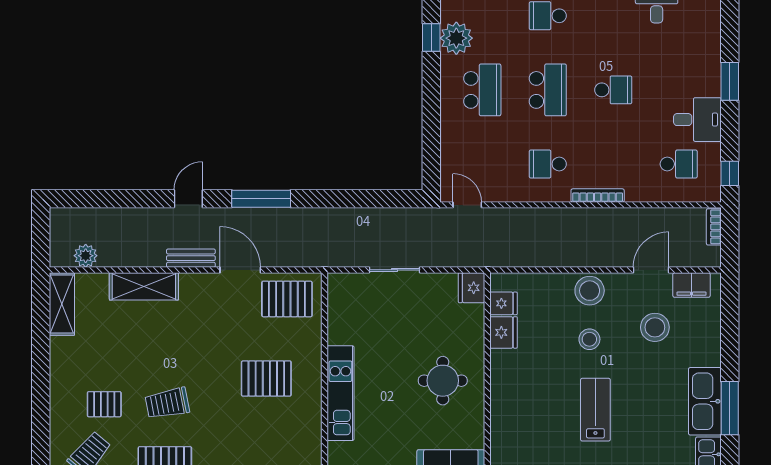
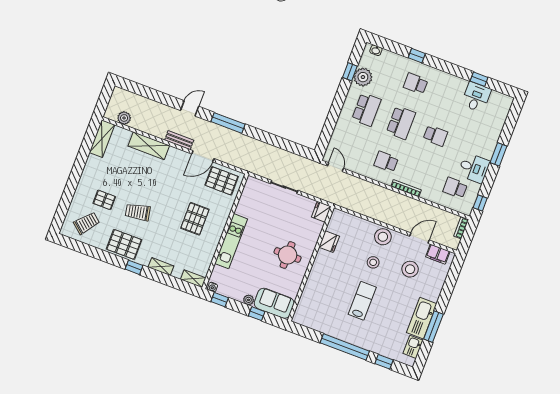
school desk: (679, 164) -> (455, 188), turned 180
door: (240, 270) -> (203, 156), swing flipped
fridge: (503, 303) -> (335, 226), removed
pallet: (266, 379) -> (195, 219), turned 90

